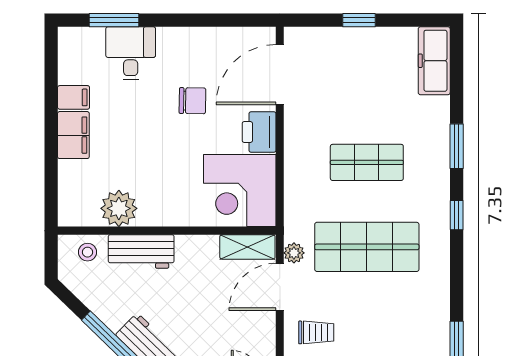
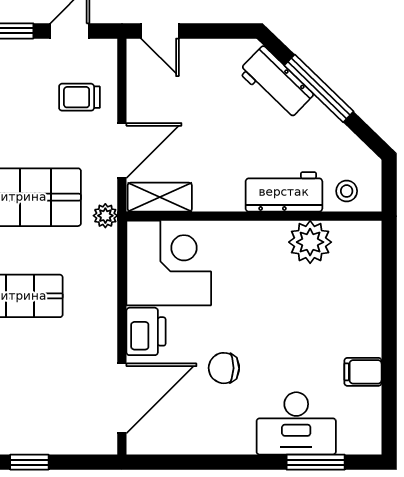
desk: (131, 53) -> (296, 423), width x1.37
filing cabinet: (73, 135) -> (363, 328), removed
plant: (294, 253) -> (105, 216), moved

